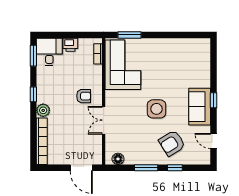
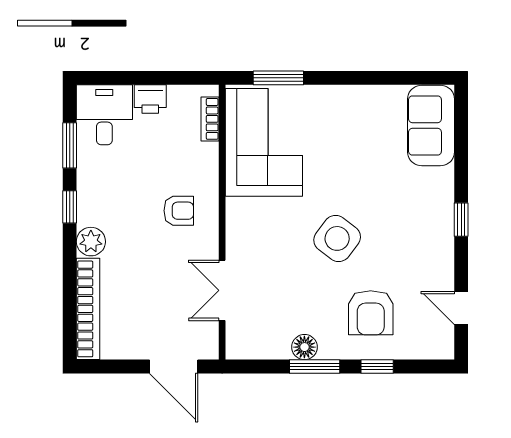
window: (33, 56) -> (70, 145), moved
sofa: (200, 107) -> (431, 125), moved
side table: (156, 109) -> (337, 238), turned 37
double door: (104, 120) -> (222, 290), moved
armchair: (172, 143) -> (371, 313), turned -58
floor lamp: (118, 159) -> (304, 347), moved

